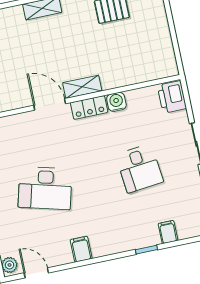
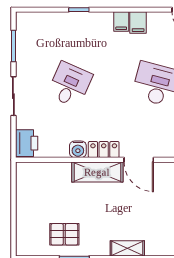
shelving: (82, 87) -> (97, 172), width x1.50, depth x1.33
desk: (139, 168) -> (70, 85), turned 30
filing cabinet: (168, 232) -> (121, 21), moved

